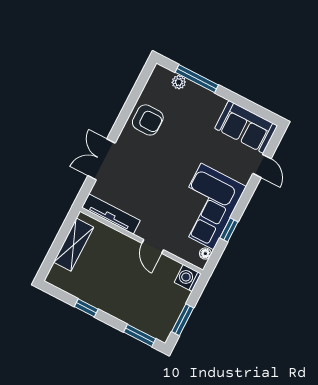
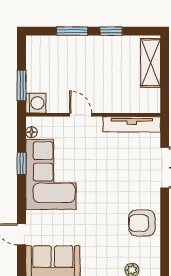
shelving: (74, 245) -> (151, 63), moved
window: (183, 320) -> (22, 85), moved
window: (140, 335) -> (72, 31), moved

